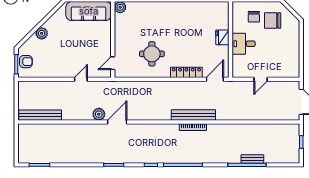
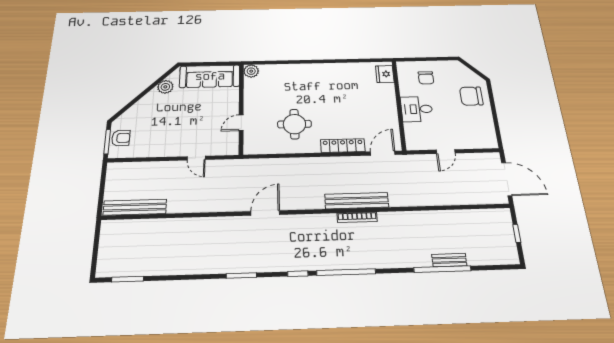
chair: (273, 21) -> (471, 96), moved
plant: (42, 33) -> (165, 87), moved
fridge: (222, 37) -> (385, 74), moved
door: (113, 63) -> (241, 123), moved
door: (81, 79) -> (196, 158), swing flipped
plant: (99, 114) -> (220, 204), removed
door: (117, 122) -> (265, 213), moved

